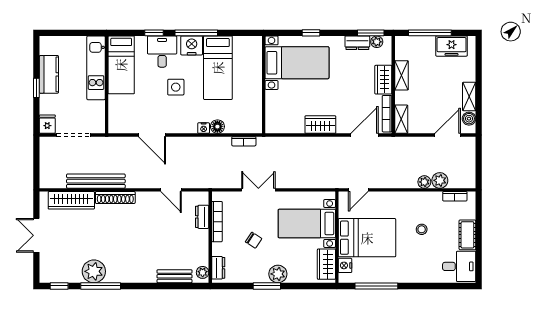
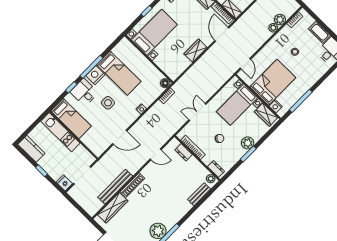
kitchen counter: (49, 74) -> (31, 149), moved
floor lamp: (217, 127) -> (165, 83), moved

